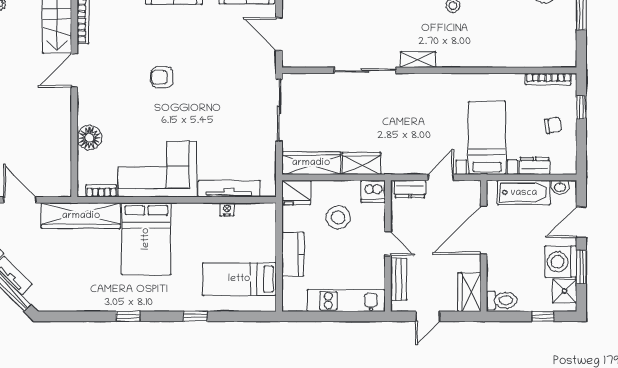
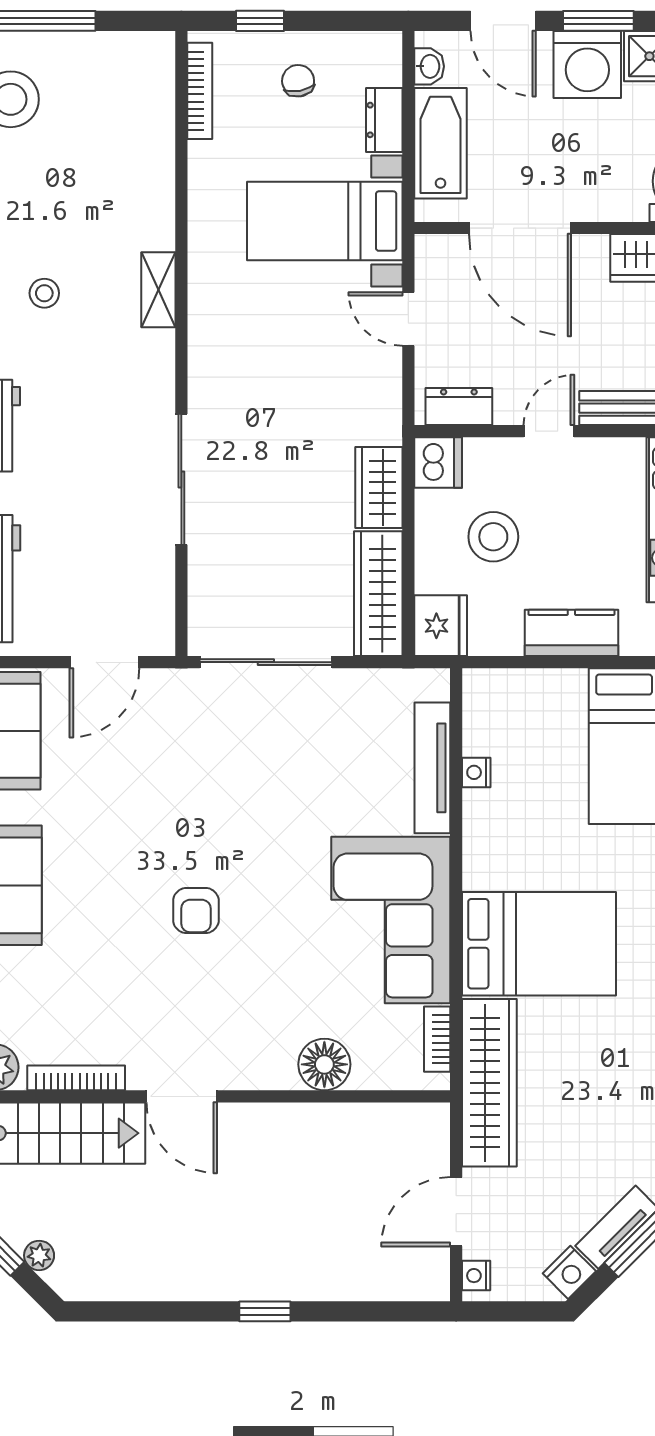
shelving: (418, 60) -> (158, 290), moved
dresser: (410, 189) -> (459, 407), moved, turned -90

